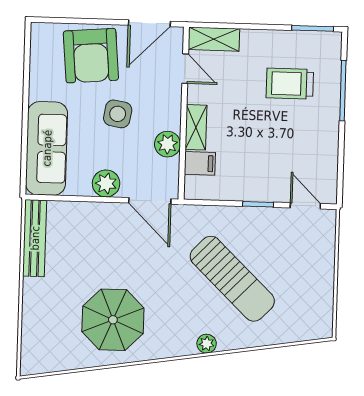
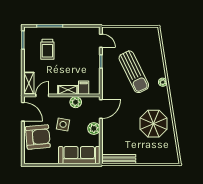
door: (305, 206) -> (101, 41), swing flipped
sun lounger: (232, 279) -> (134, 72), turned 110

